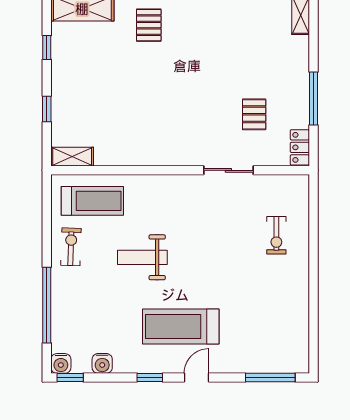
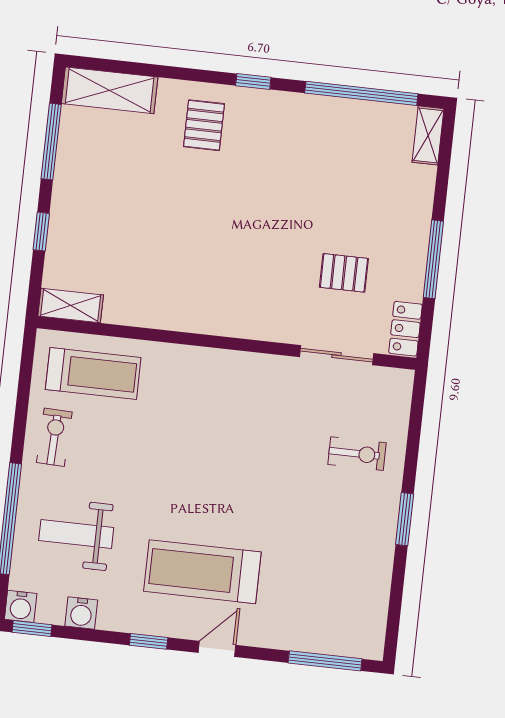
window: (47, 47) -> (51, 142), width x2.17
pallet: (254, 114) -> (344, 273), turned 90
sliding door: (228, 170) -> (337, 355), moved
exercise bike: (276, 235) -> (357, 454), turned -90
weight bench: (142, 257) -> (76, 534), moved
window: (313, 276) -> (405, 519), added

